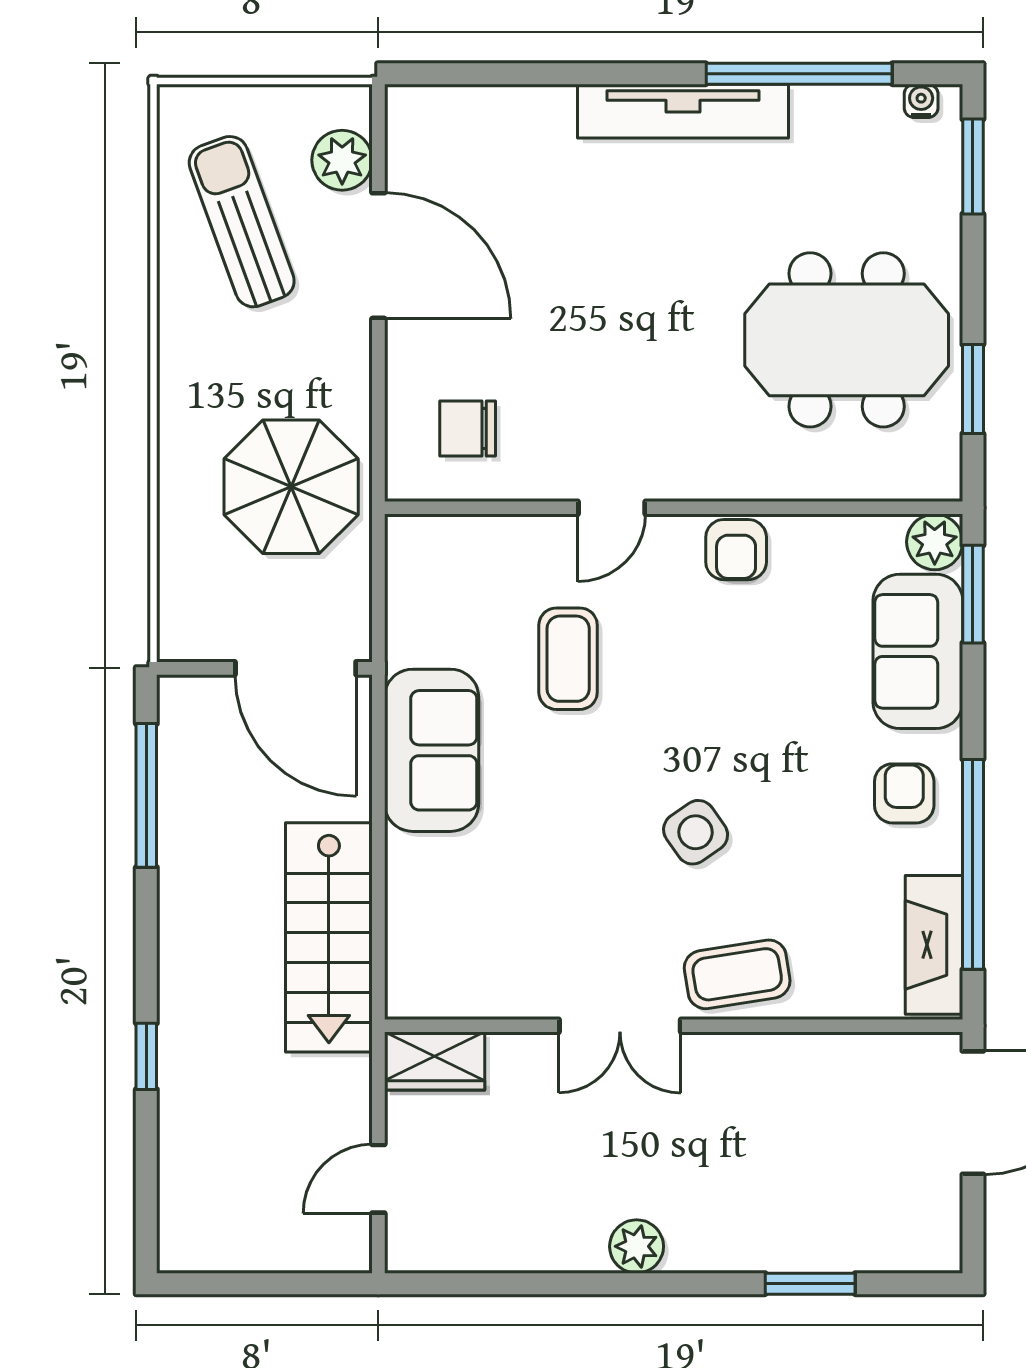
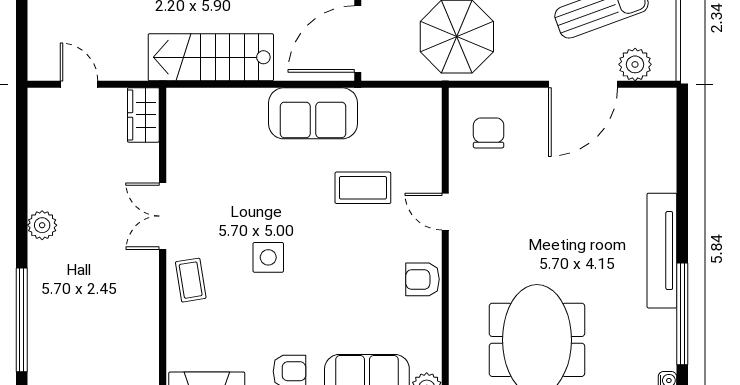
side table: (696, 832) -> (268, 257), turned 35
coffee table: (737, 974) -> (191, 280), width x0.73, depth x0.77
window: (810, 1284) -> (22, 320), width x2.11

